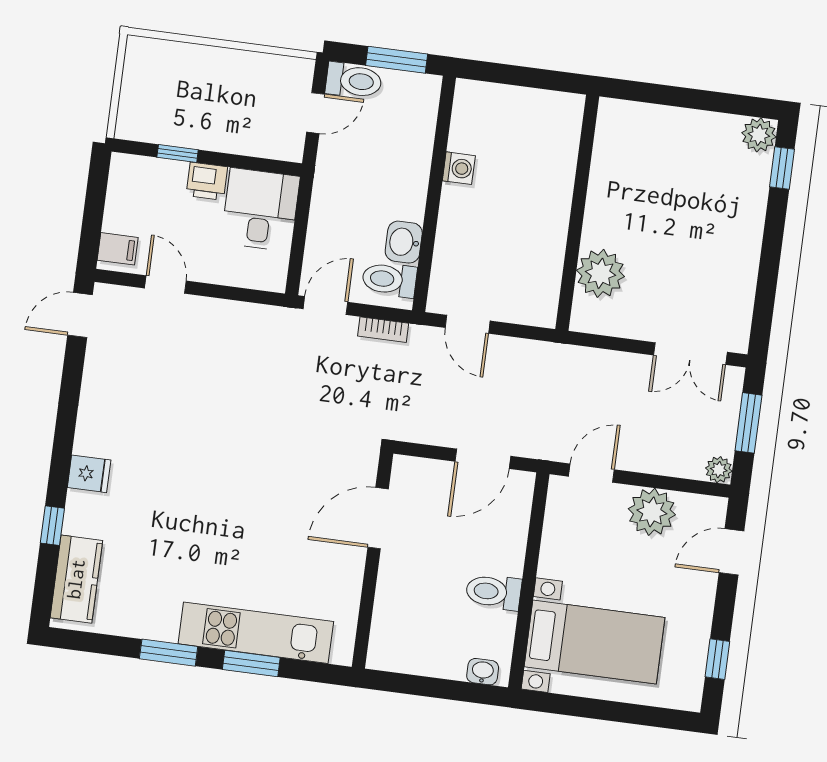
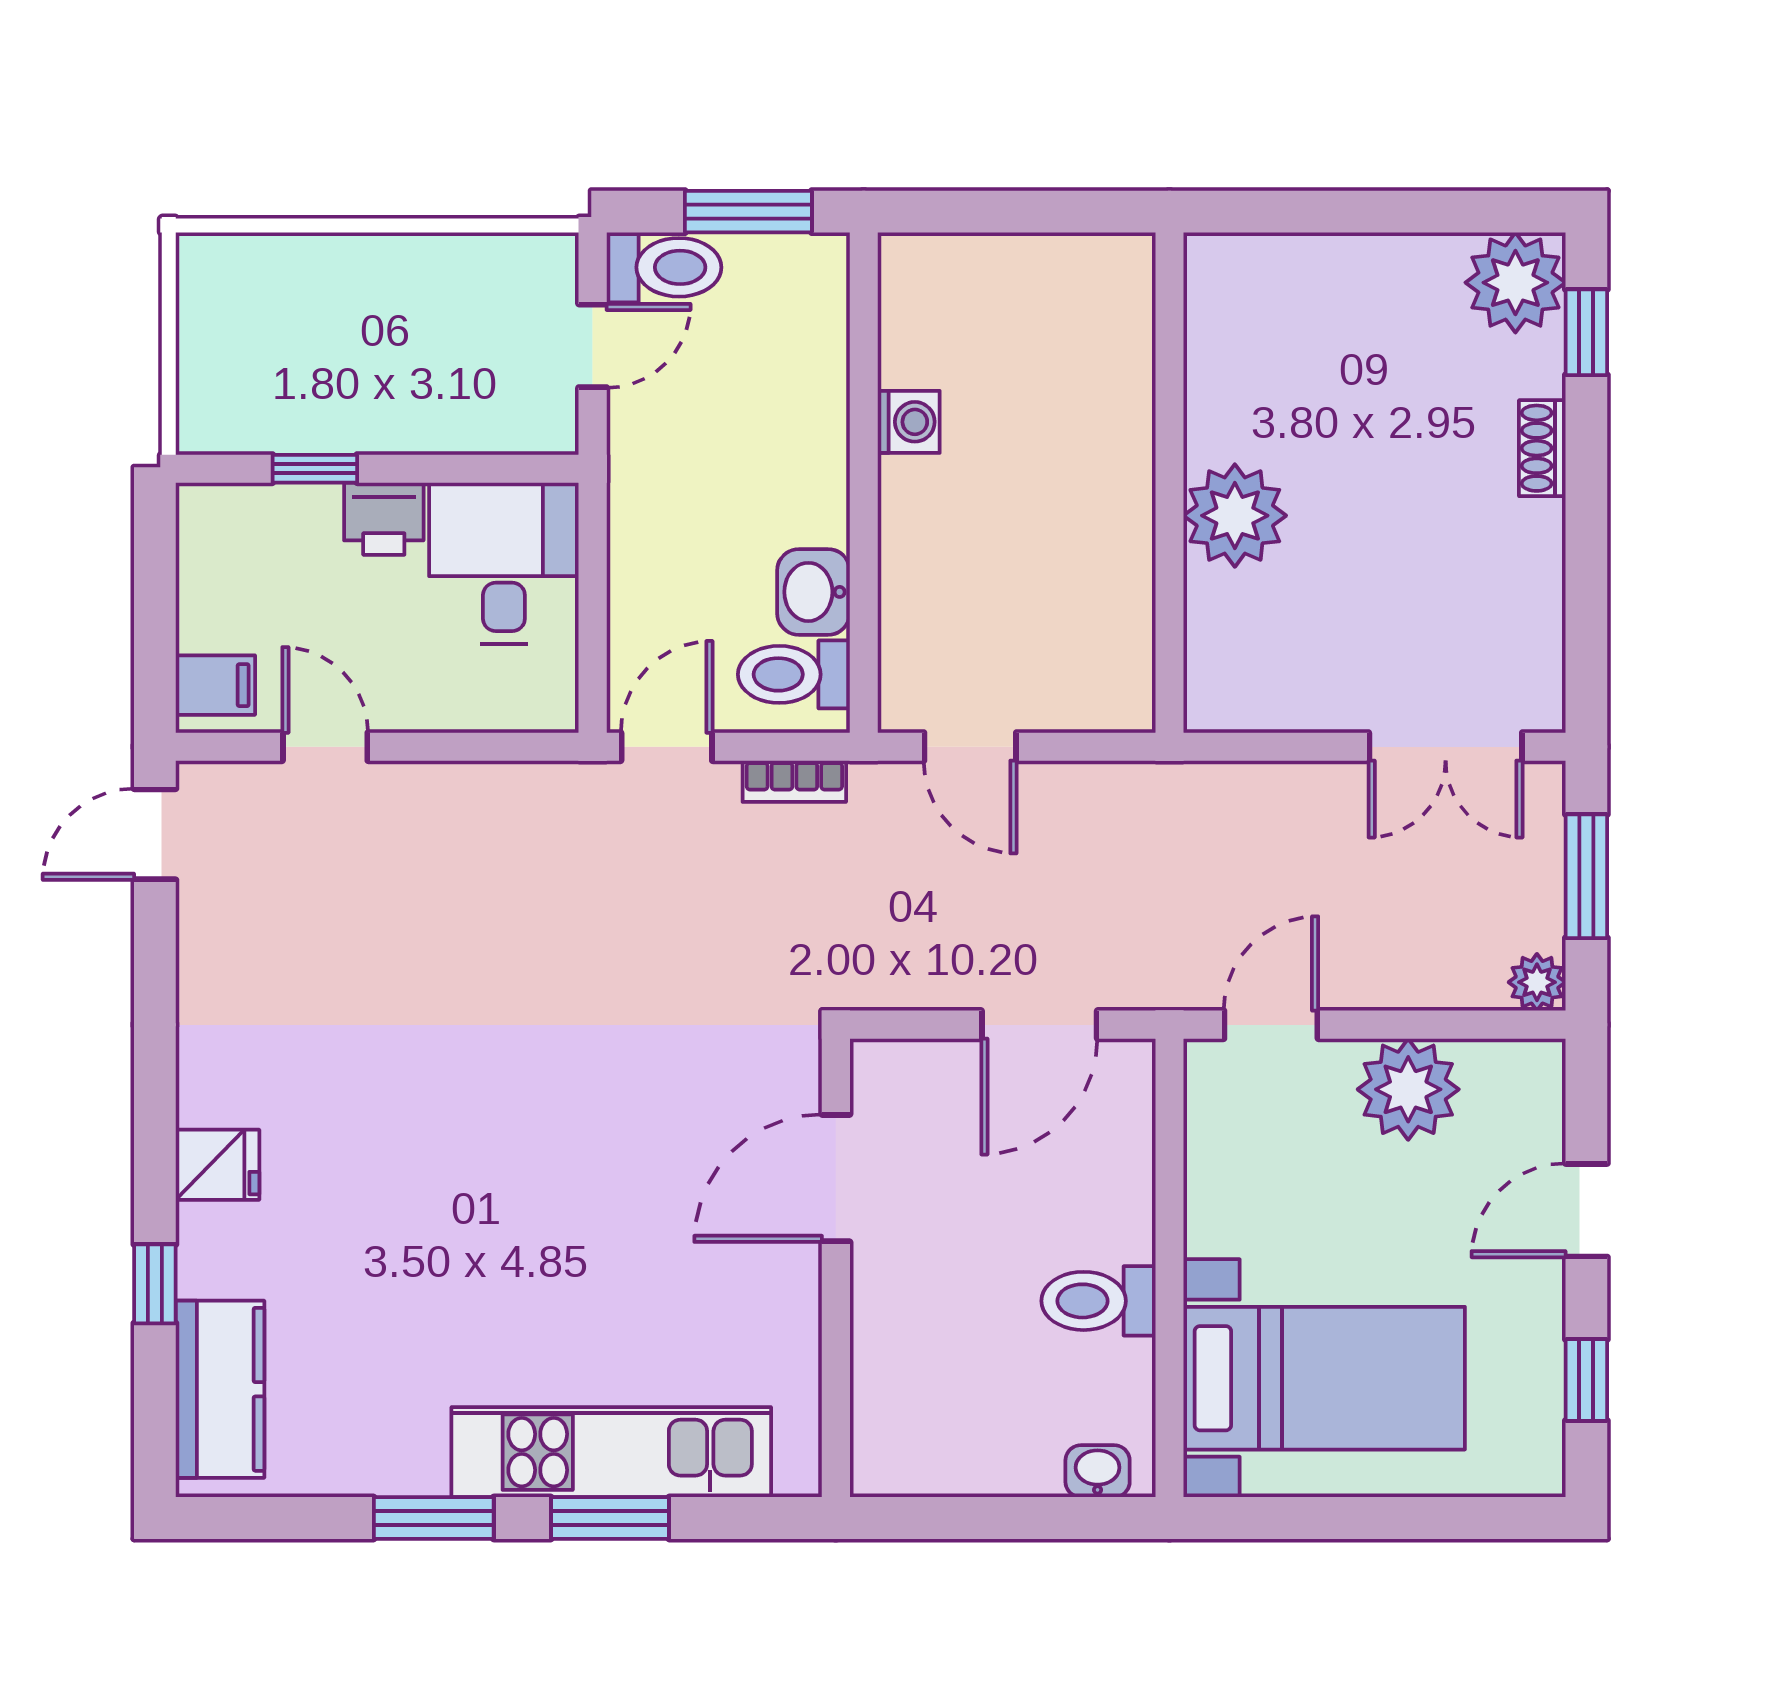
plant: (759, 135) -> (1515, 283), width x1.36, depth x1.36
shoe rack: (754, 220) -> (1542, 448), added
plant: (601, 273) -> (1235, 516), moved
door: (731, 552) -> (1586, 1210), moved

